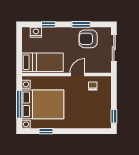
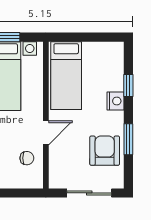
nightstand: (36, 32) -> (115, 101), moved
door: (77, 75) -> (46, 133), hinge flipped

